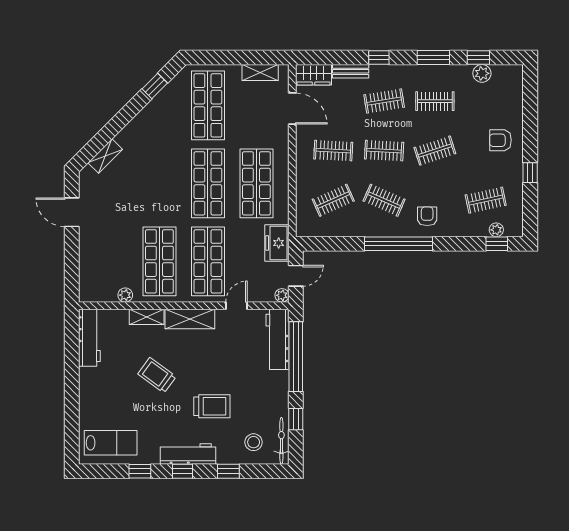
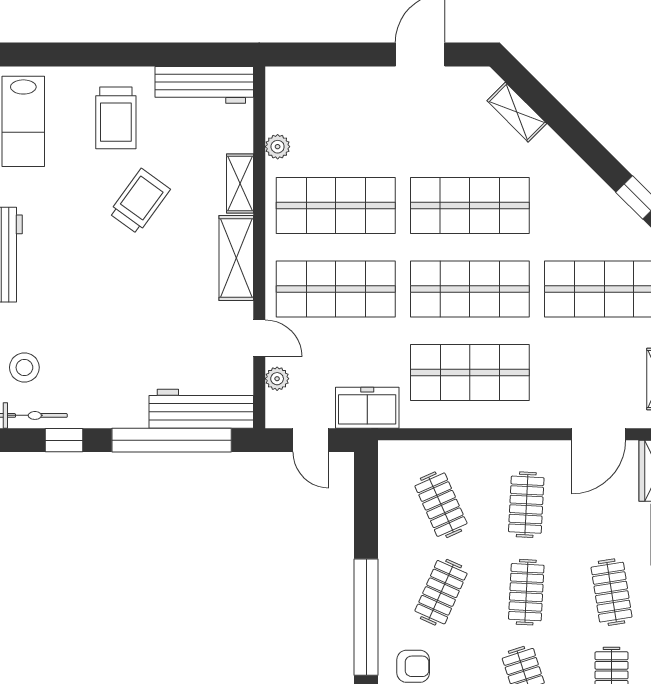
shop shelf: (159, 183) -> (470, 206), added
plant: (282, 295) -> (277, 379), moved
trolley: (212, 406) -> (116, 118), moved

